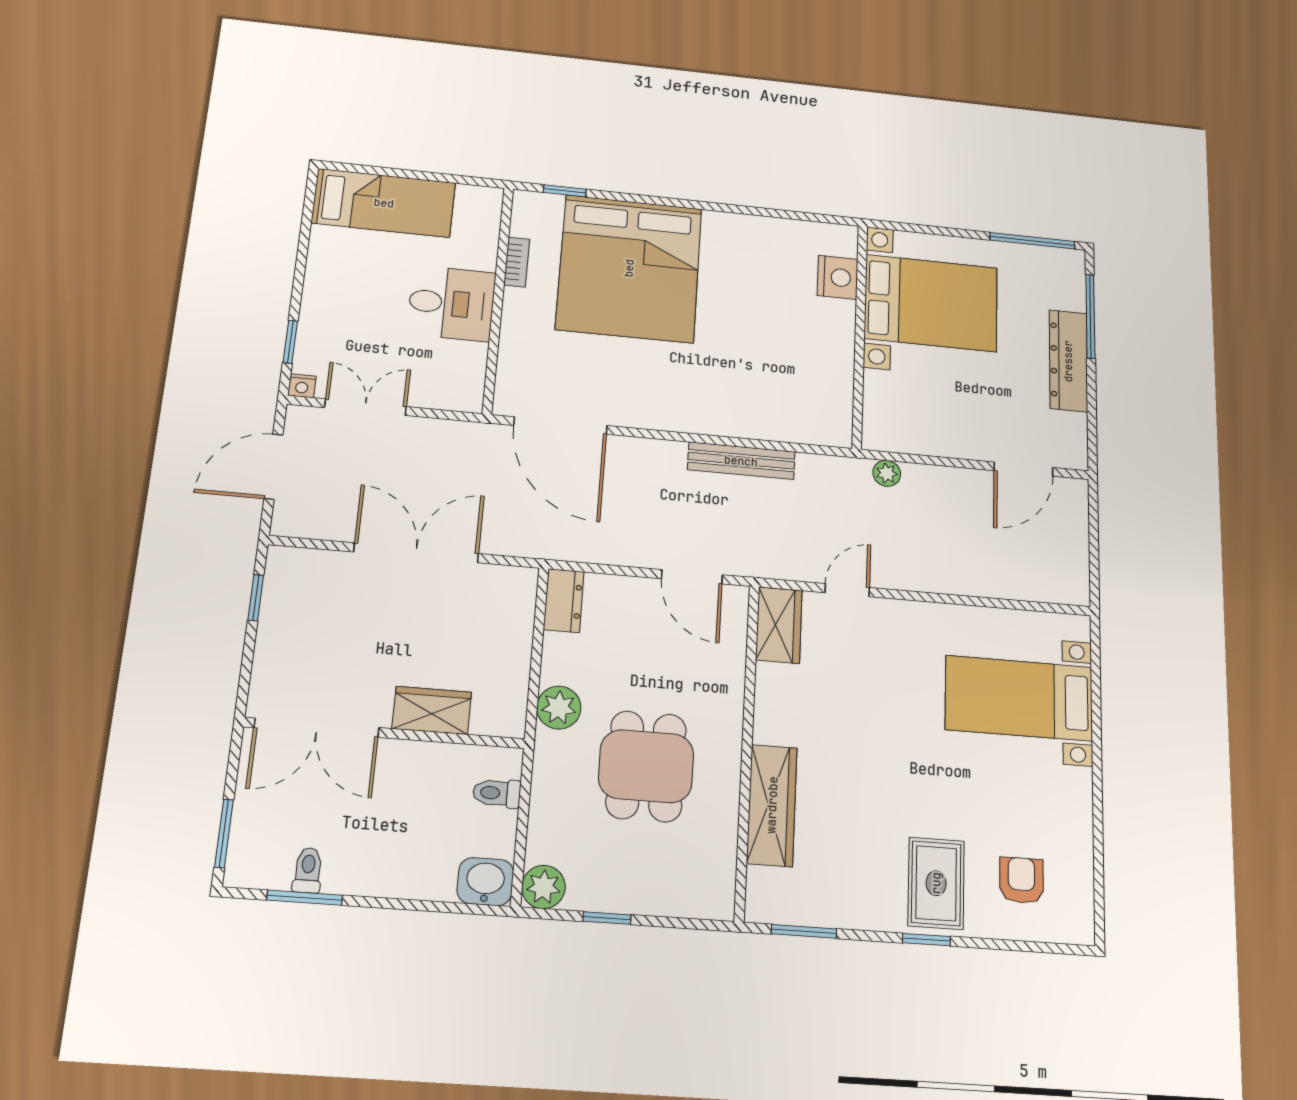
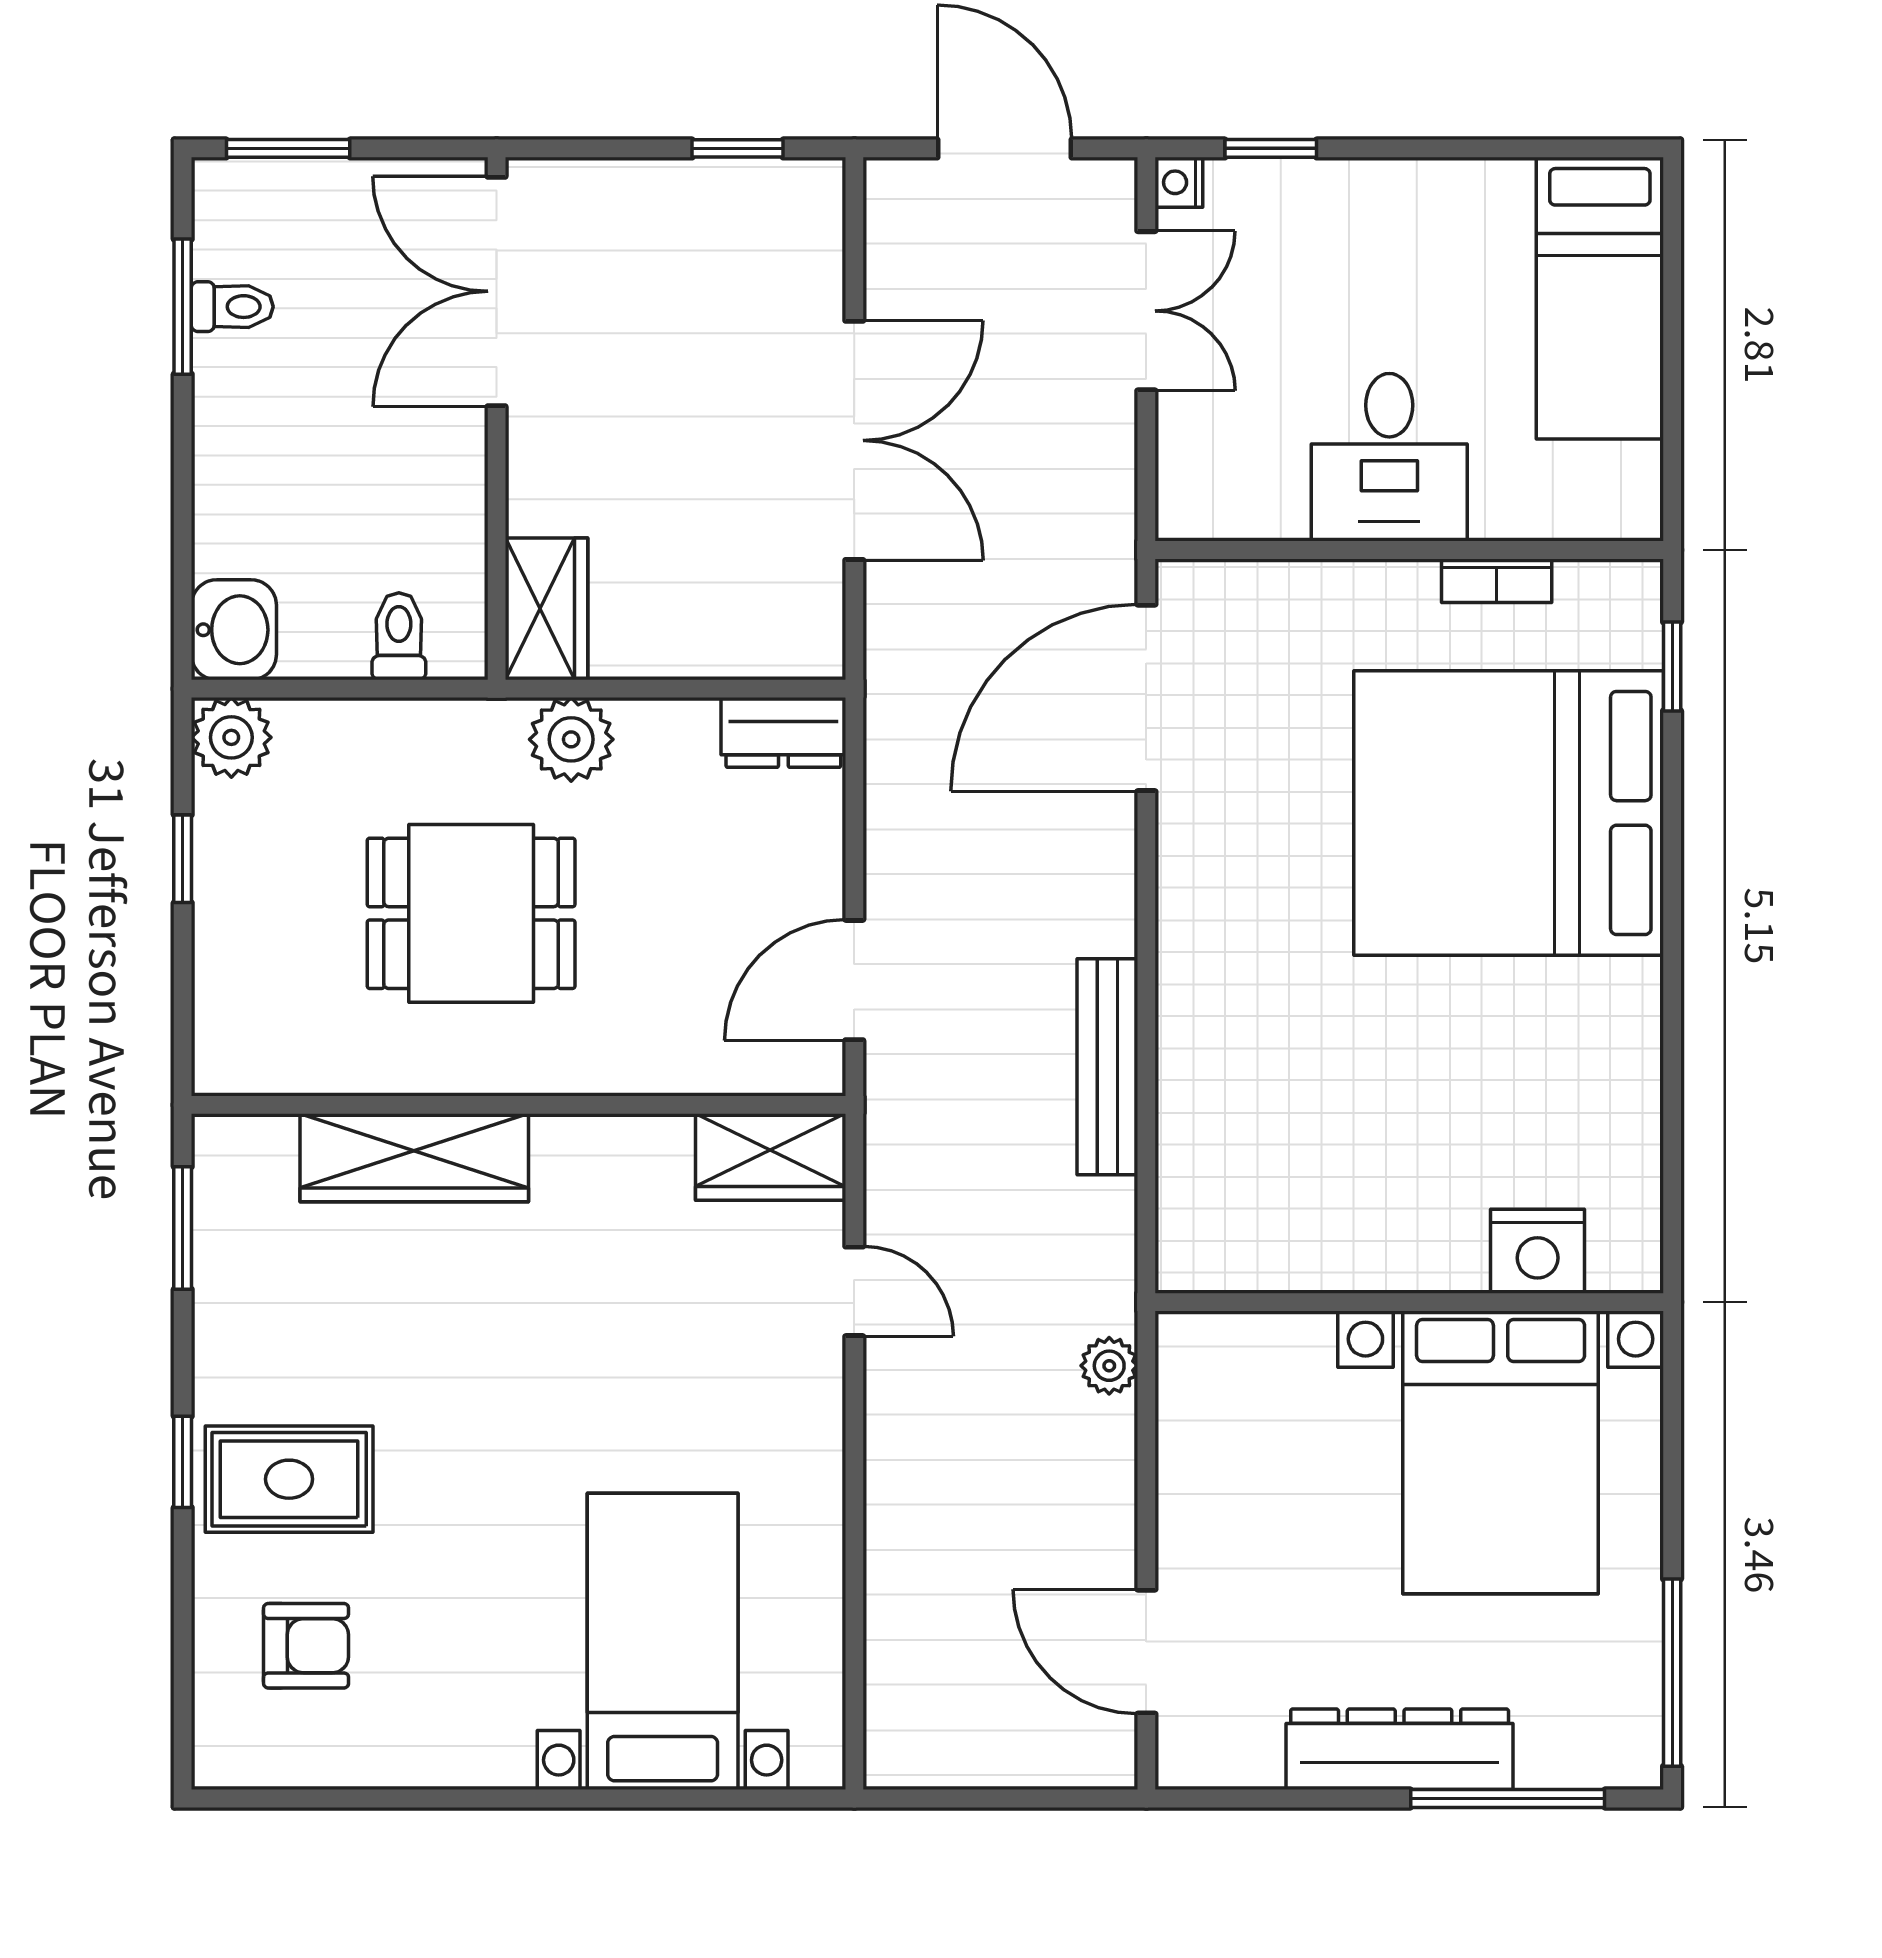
wardrobe: (432, 710) -> (547, 609), moved

